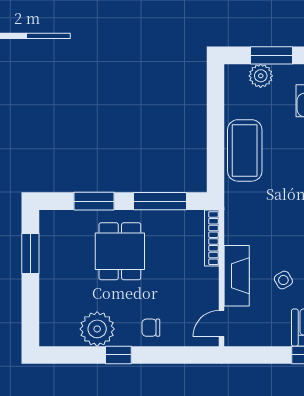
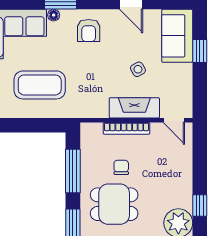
coffee table: (245, 150) -> (40, 85), moved
bookcase: (212, 238) -> (126, 128), moved
chair: (151, 328) -> (121, 167), moved, turned 180

